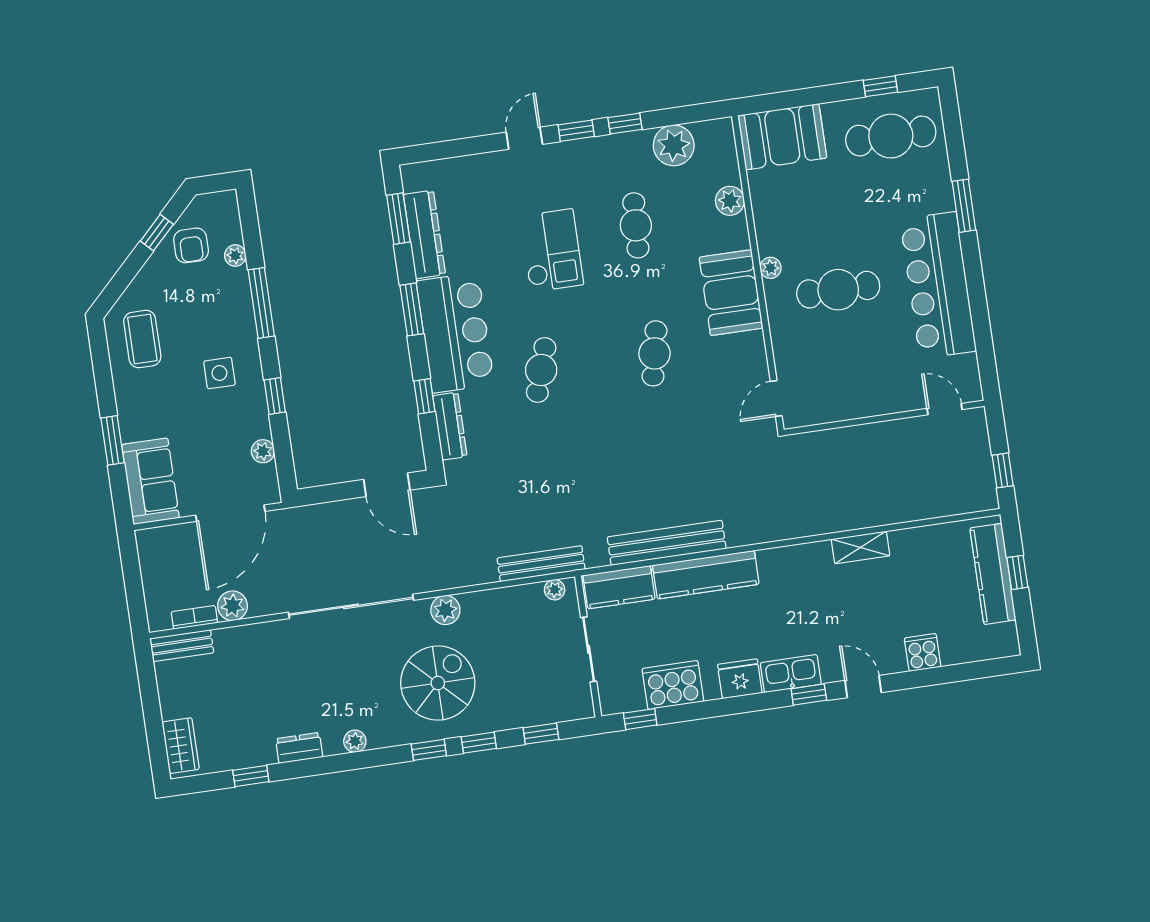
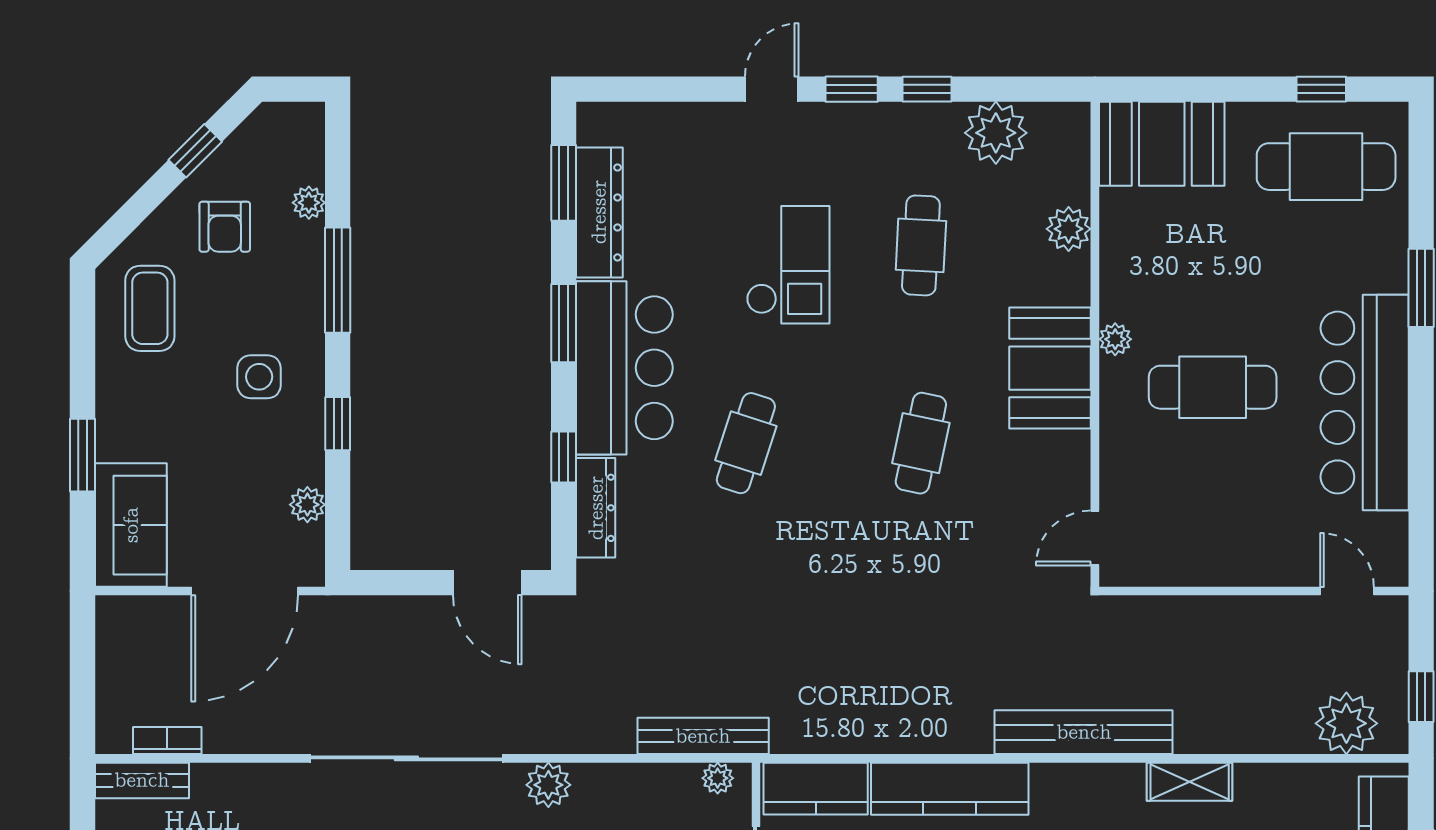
armchair: (191, 245) -> (225, 227), moved
bench: (667, 543) -> (1084, 732), moved
plant: (233, 606) -> (1346, 723), moved, width x1.36, depth x1.36

